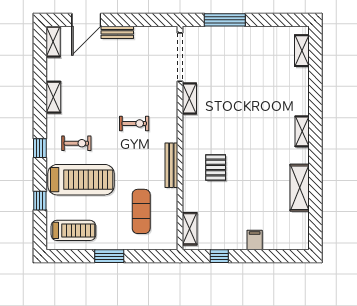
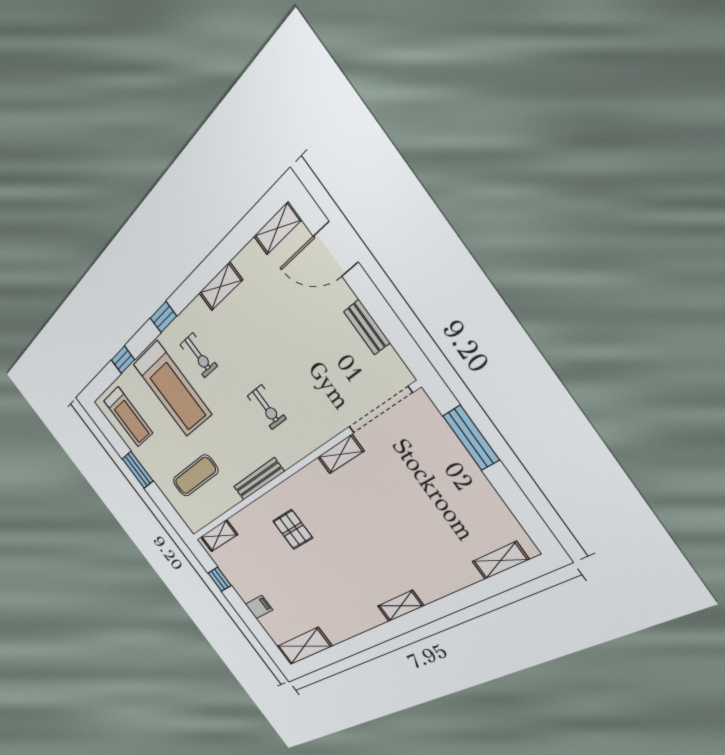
bench: (117, 32) -> (367, 327), moved
pallet: (216, 168) -> (293, 529), turned 90
shelving: (300, 188) -> (304, 646), moved

